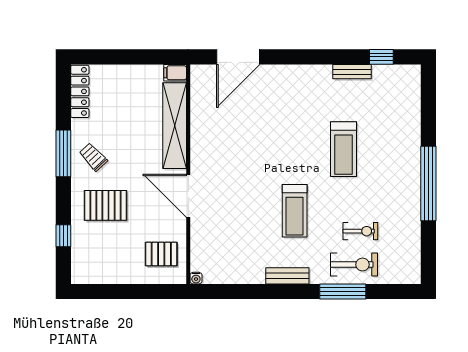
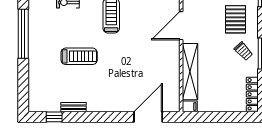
treadmill: (343, 149) -> (79, 56), turned 90
door: (188, 196) -> (181, 26), swing flipped
pallet: (105, 205) -> (235, 19), turned 90

